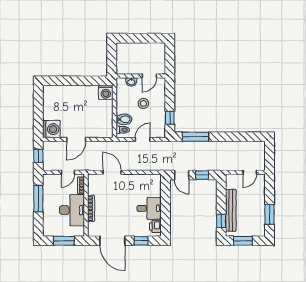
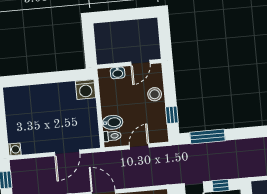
stool: (143, 103) -> (155, 94), moved
washing machine: (51, 129) -> (15, 149), width x0.53, depth x0.53
door: (76, 139) -> (67, 153), moved

